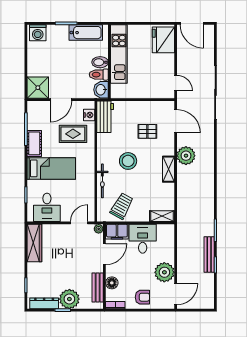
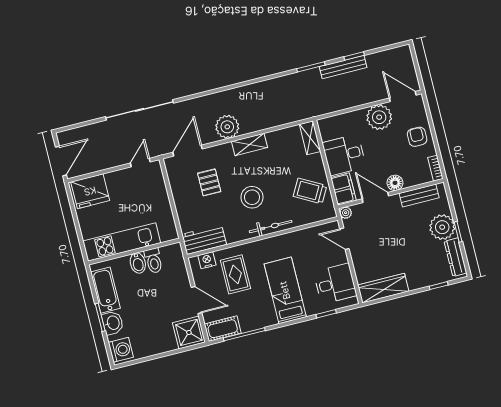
washbasin: (101, 90) -> (113, 323), moved, turned -90
cot: (34, 143) -> (223, 329), moved
bicycle: (102, 181) -> (271, 227), moved
floor lamp: (112, 283) -> (395, 183), moved

